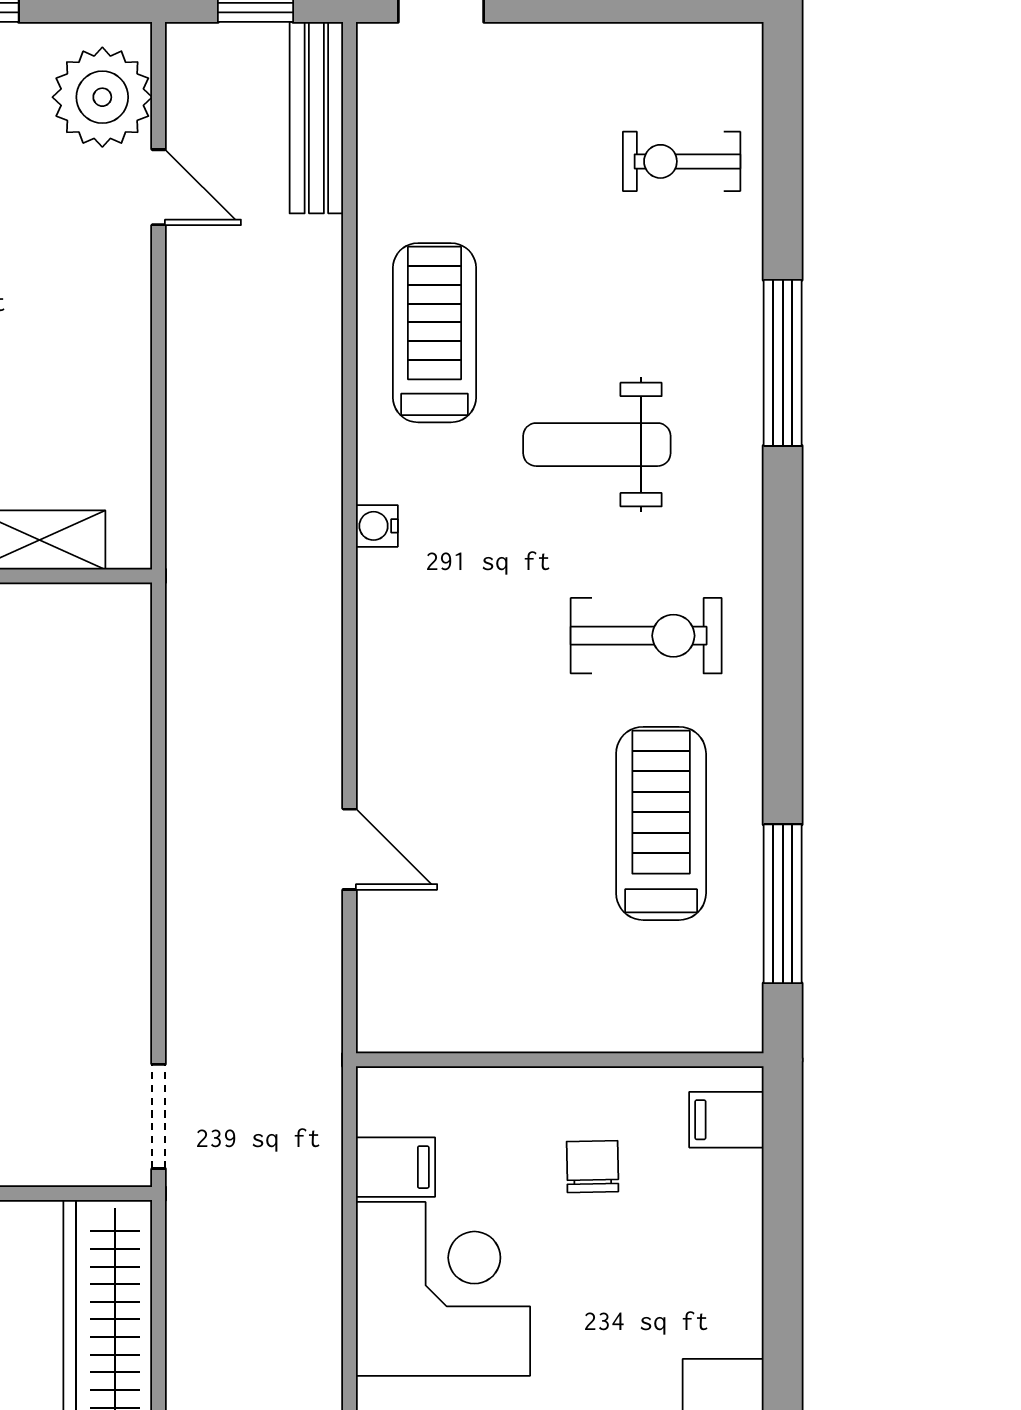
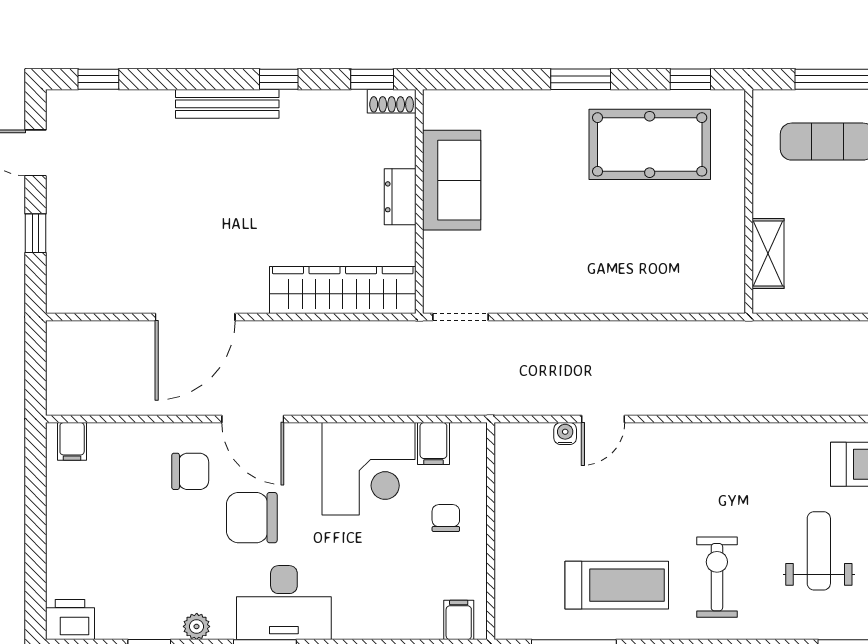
water cooler: (377, 526) -> (565, 434), moved
exercise bike: (646, 636) -> (717, 577), turned 180
chair: (593, 1167) -> (446, 518), moved, turned -89

